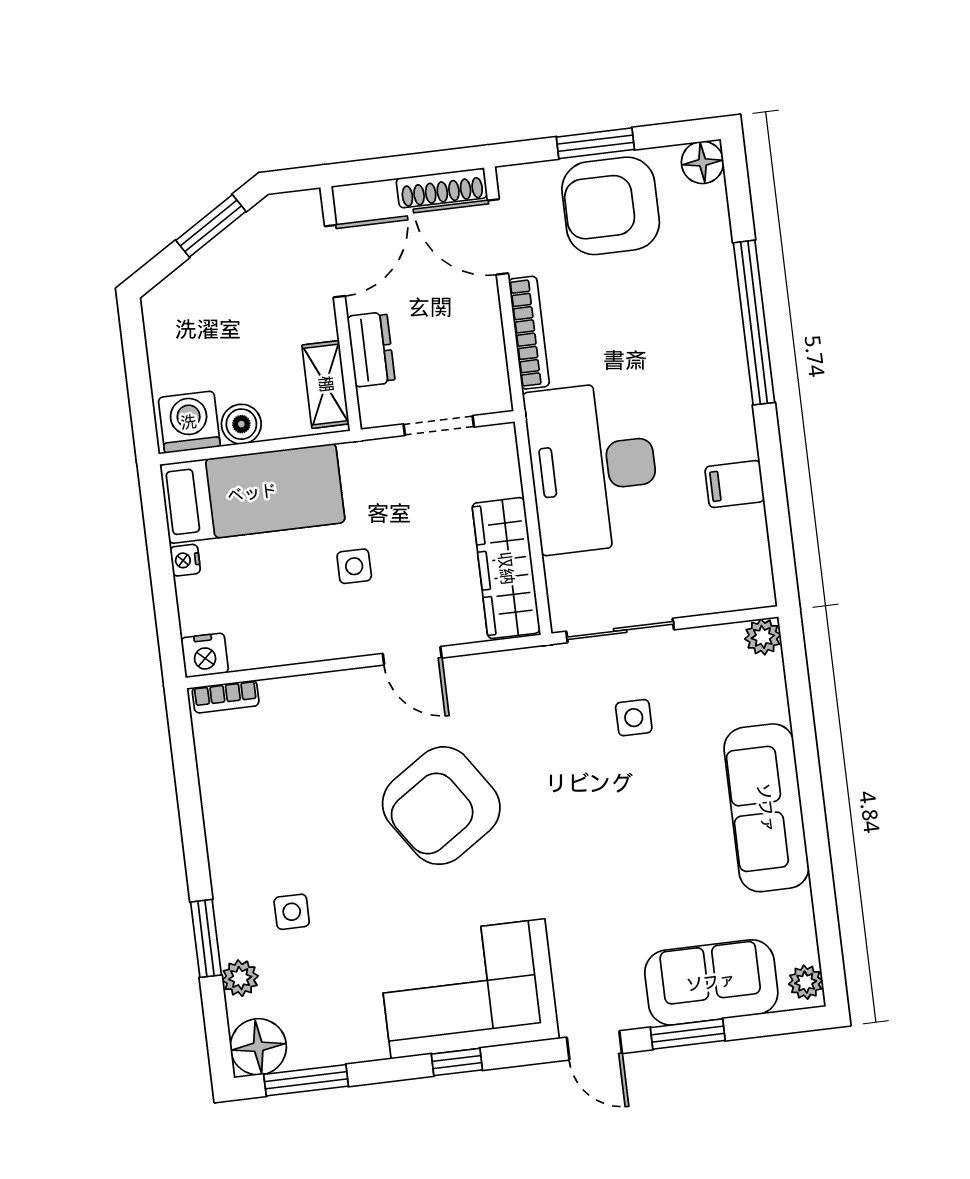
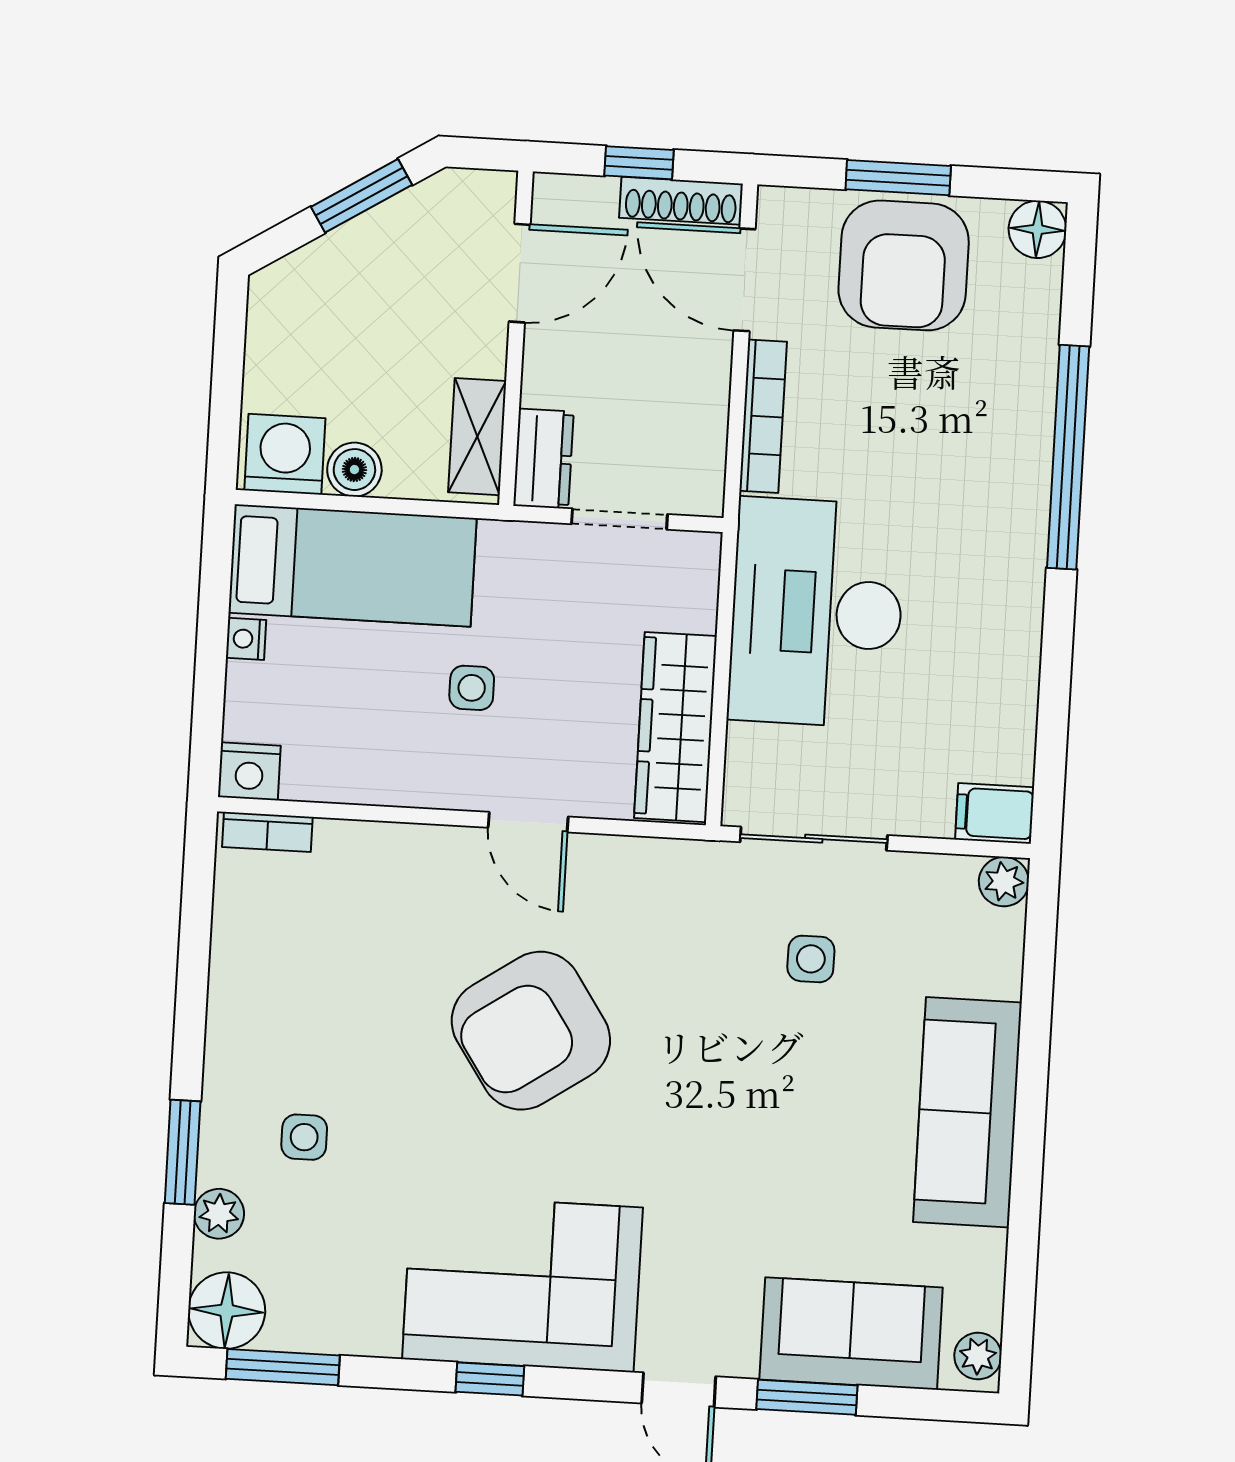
window: (407, 166) -> (639, 163), added
armchair: (611, 206) -> (904, 265), turned -90
dresser: (371, 349) -> (544, 459), moved
filing cabinet: (735, 484) -> (995, 813), moved

